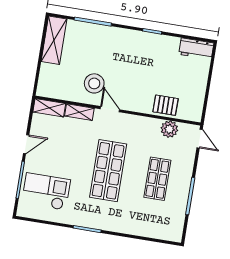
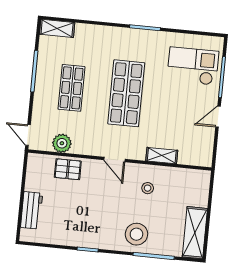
stool: (107, 42) -> (136, 234), added
workbench: (196, 49) -> (32, 210), moved, turned 90
stool: (94, 83) -> (148, 188), width x0.53, depth x0.53
shelving: (49, 108) -> (57, 28), moved
door: (110, 109) -> (114, 160), moved
checkout: (46, 191) -> (193, 66), turned 180

